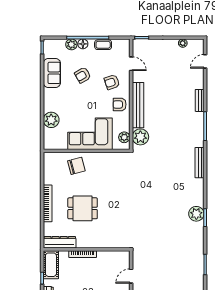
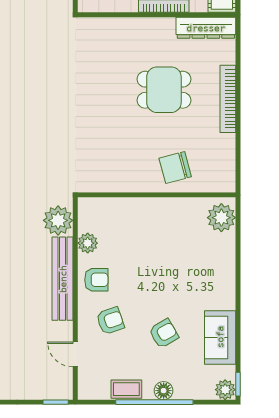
plant: (71, 44) -> (225, 390), moved
plant: (51, 120) -> (221, 218), moved
corner sofa: (90, 134) -> (150, 226), removed
plant: (124, 137) -> (88, 243), moved

